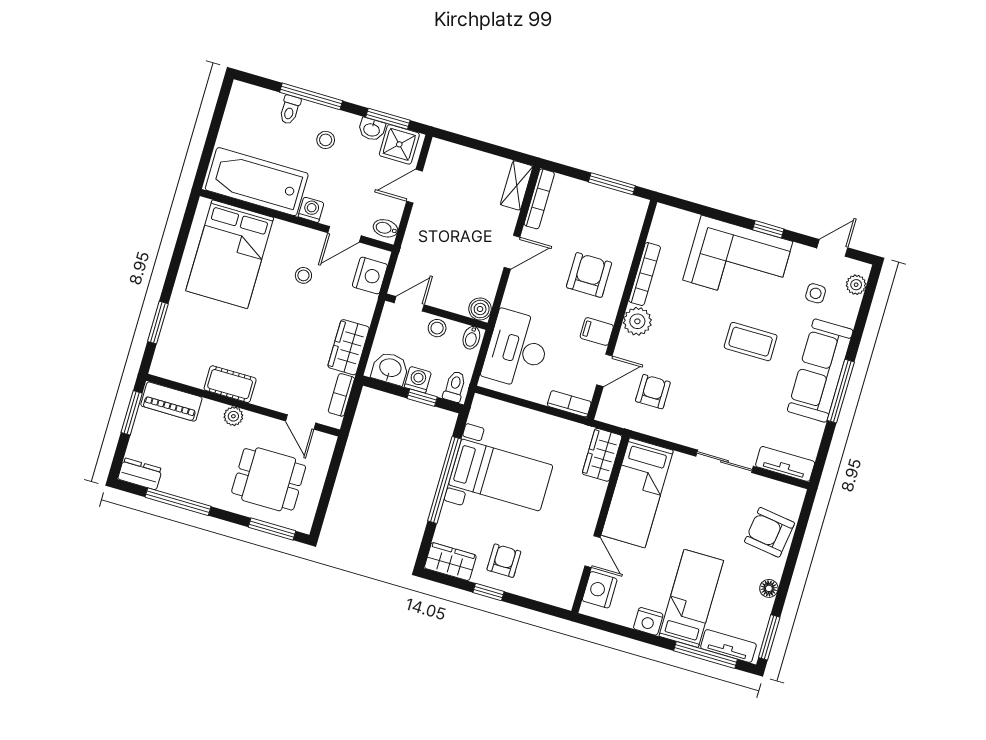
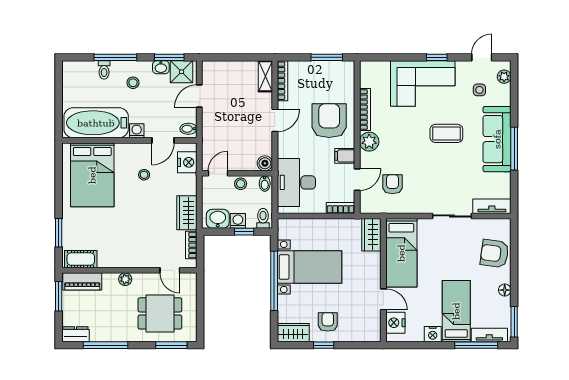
armchair: (589, 275) -> (329, 121), width x1.36, depth x1.36
cot: (230, 384) -> (81, 259), moved

